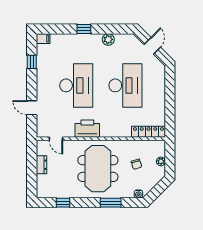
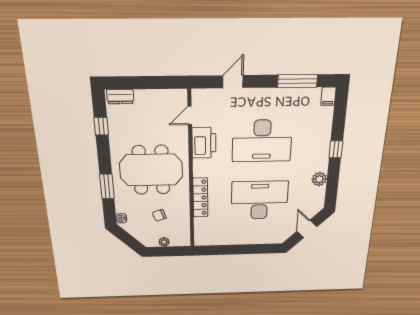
door: (152, 46) -> (307, 229), swing flipped
window: (32, 62) -> (298, 81), width x2.17
desk: (125, 85) -> (259, 200), turned 180
printer: (87, 129) -> (204, 143), moved
locker: (148, 132) -> (200, 198), moved
dresser: (41, 165) -> (120, 97), moved

